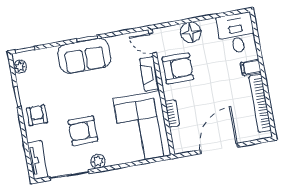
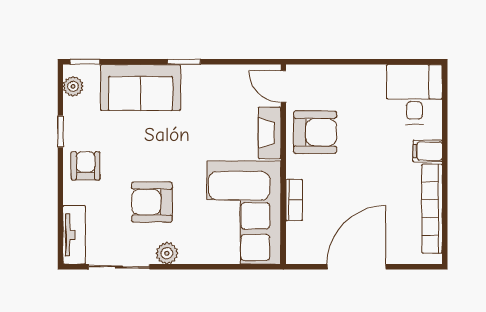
floor lamp: (191, 32) -> (345, 80), removed
sofa: (84, 56) -> (141, 87), moved

